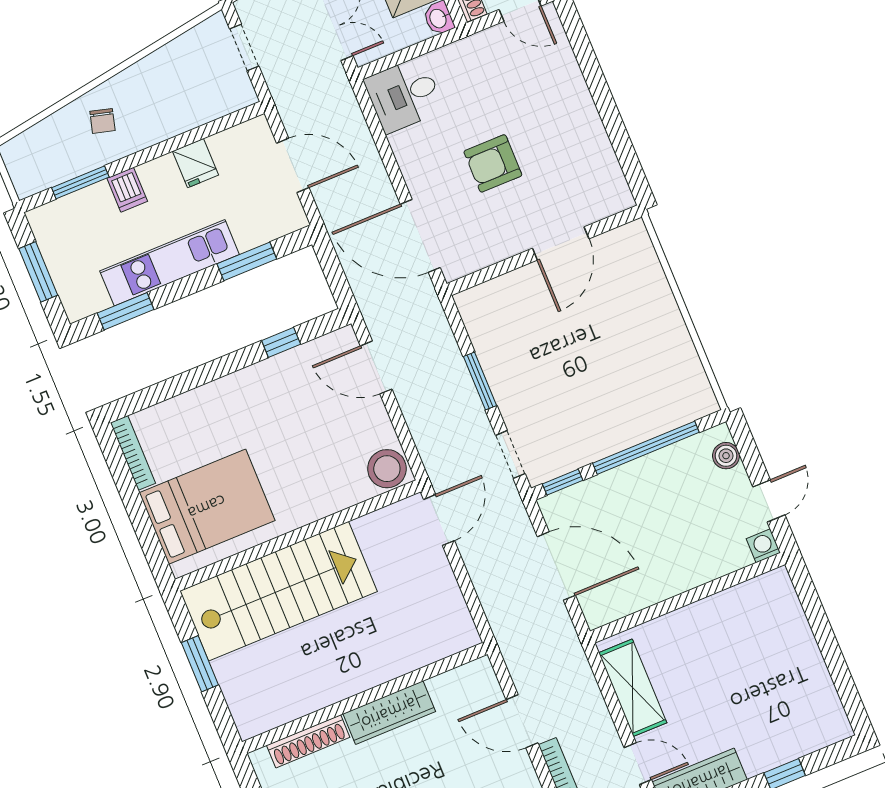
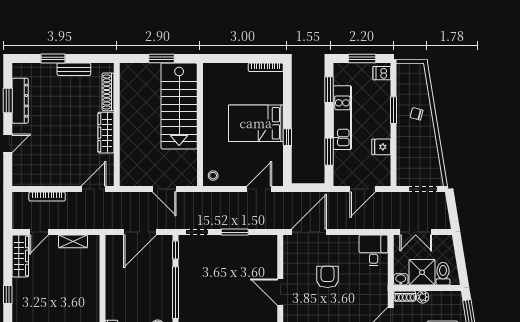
doorway: (244, 48) -> (423, 189), width x1.38
window: (80, 182) -> (394, 110), moved
dishwasher: (127, 190) -> (382, 73), moved
window: (281, 342) -> (287, 137), moved
stool: (387, 469) -> (213, 176), width x0.53, depth x0.53
bed: (207, 507) -> (256, 123), moved, turned 90
door: (439, 520) -> (164, 189), moved
shelving: (633, 688) -> (73, 241), width x0.67, depth x0.75
door: (522, 721) -> (94, 189), moved

